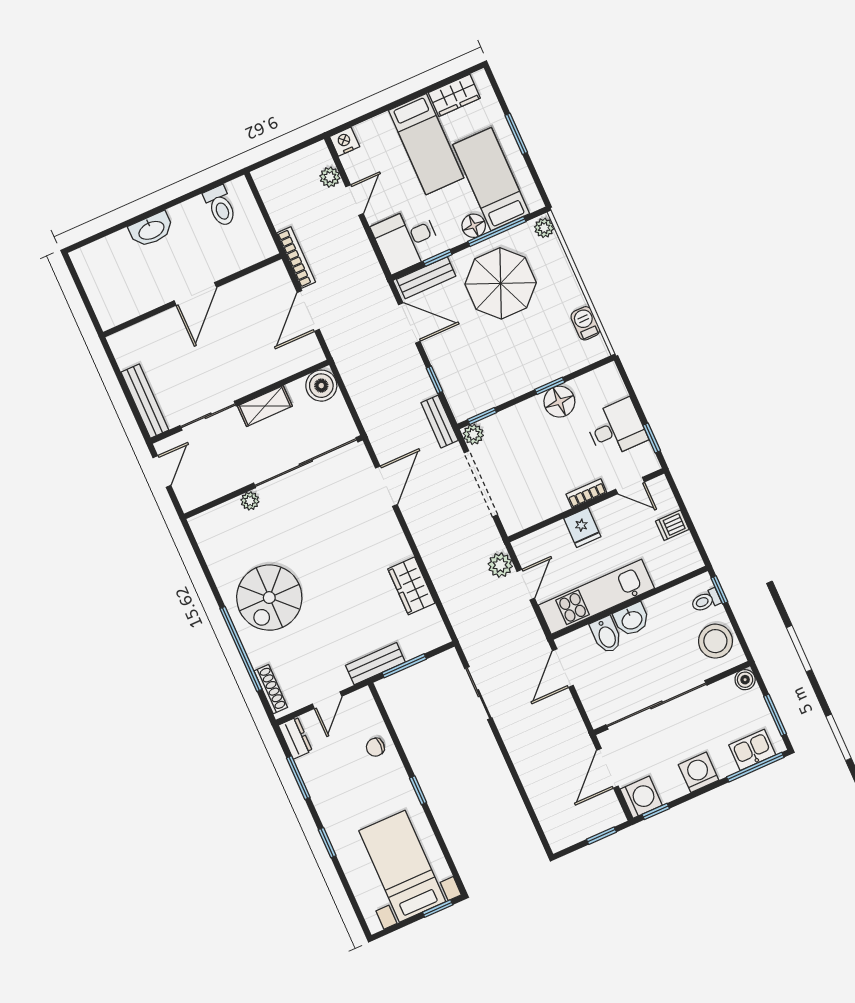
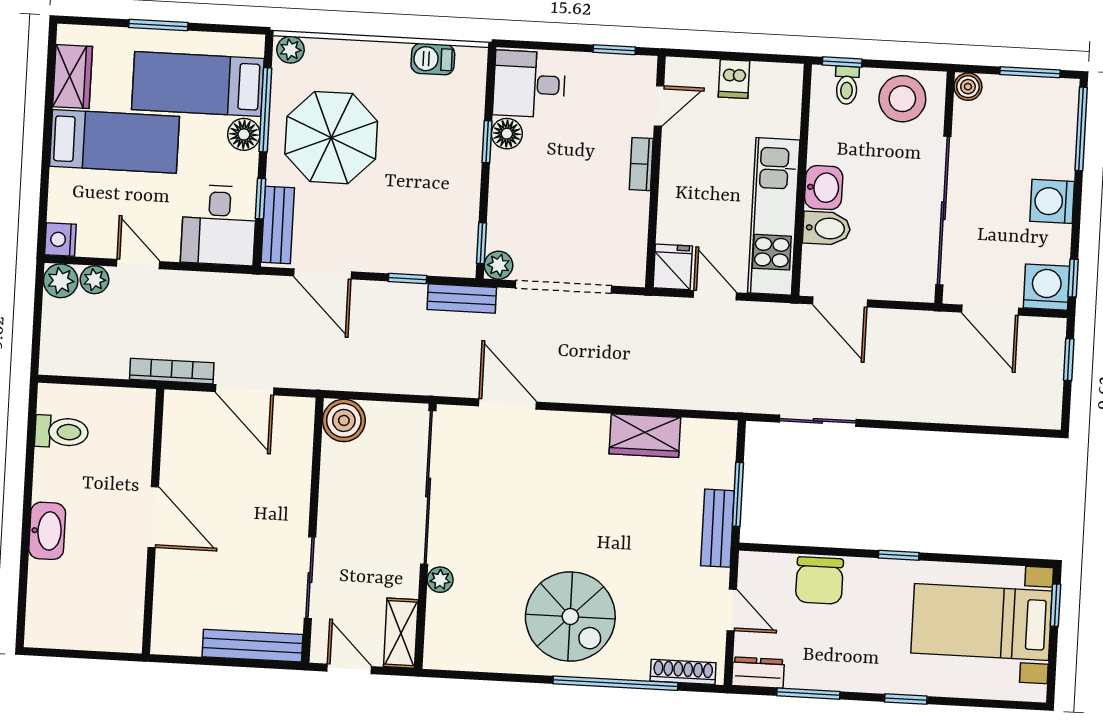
door: (409, 323) -> (322, 274), swing flipped
floor lamp: (559, 402) -> (507, 134), width x0.73, depth x0.73
shelving: (265, 406) -> (401, 633), moved
desk: (616, 428) -> (529, 84), moved, turned -90
fridge: (582, 528) -> (673, 267), moved, turned -90
plant: (500, 565) -> (61, 281), moved
chair: (375, 747) -> (819, 580), width x1.87, depth x1.87
kitchen sink: (752, 750) -> (1058, 122), removed

